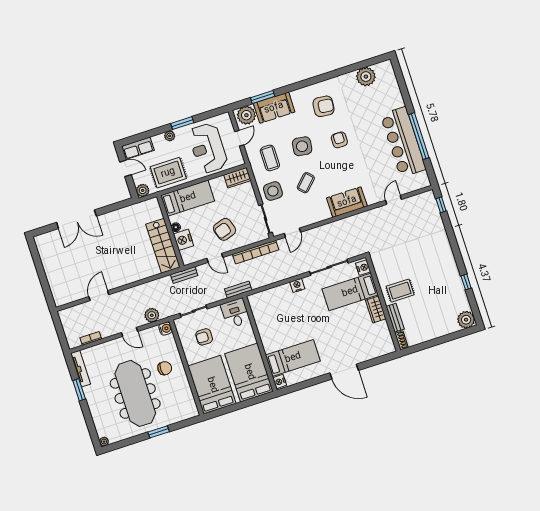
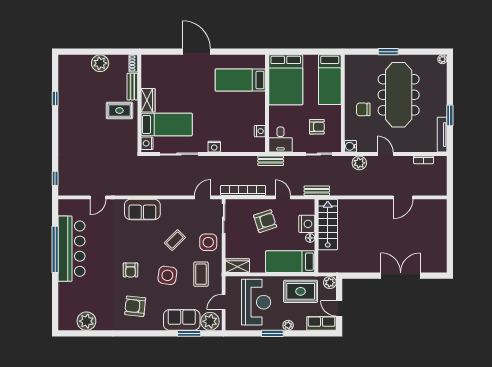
plant: (466, 320) -> (100, 63), moved
nightstand: (280, 382) -> (260, 131), moved
bed: (212, 385) -> (330, 80), width x0.67

